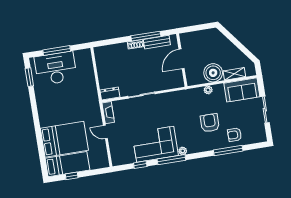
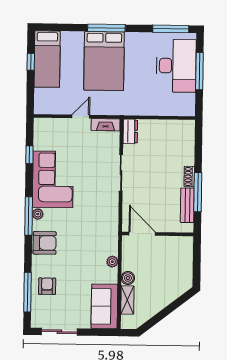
door: (182, 59) -> (142, 234), moved
boiler: (213, 73) -> (128, 278), width x0.54, depth x0.54
window: (29, 77) -> (171, 29), width x1.44
sliding door: (265, 110) -> (59, 332), moved
armchair: (210, 123) -> (45, 243), moved
window: (37, 125) -> (106, 28), added
bed: (64, 139) -> (104, 61), moved
window: (228, 150) -> (28, 292), moved
window: (171, 160) -> (29, 216), moved

